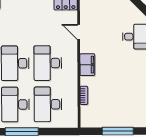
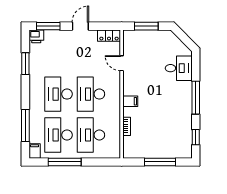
filing cabinet: (87, 65) -> (130, 101), width x0.50

